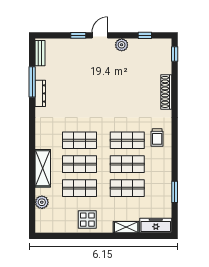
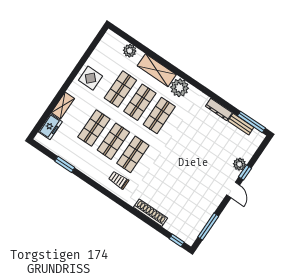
window: (145, 35) -> (208, 227), width x2.17
plant: (122, 45) -> (239, 164), moved
bench: (40, 53) -> (241, 124), moved
window: (32, 82) -> (251, 122), moved
plant: (44, 139) -> (180, 88), added
freezer: (156, 226) -> (50, 127), width x0.71

